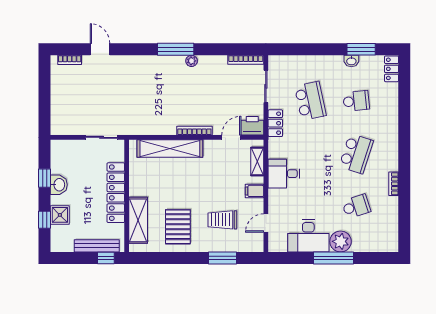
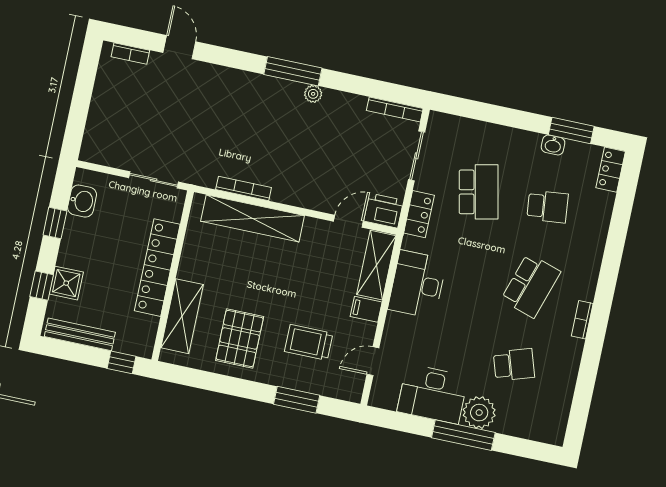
bookcase: (194, 131) -> (244, 188), moved
shelving: (257, 161) -> (376, 265), width x1.50, depth x1.33
desk: (284, 174) -> (417, 284), width x1.37
bookcase: (394, 184) -> (582, 320), moved
washbasin: (59, 185) -> (82, 201), moved
bench: (97, 246) -> (80, 334), moved

